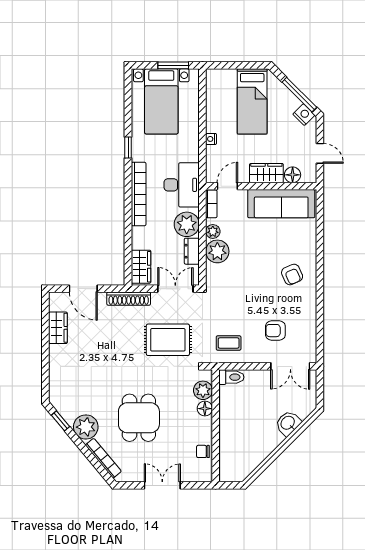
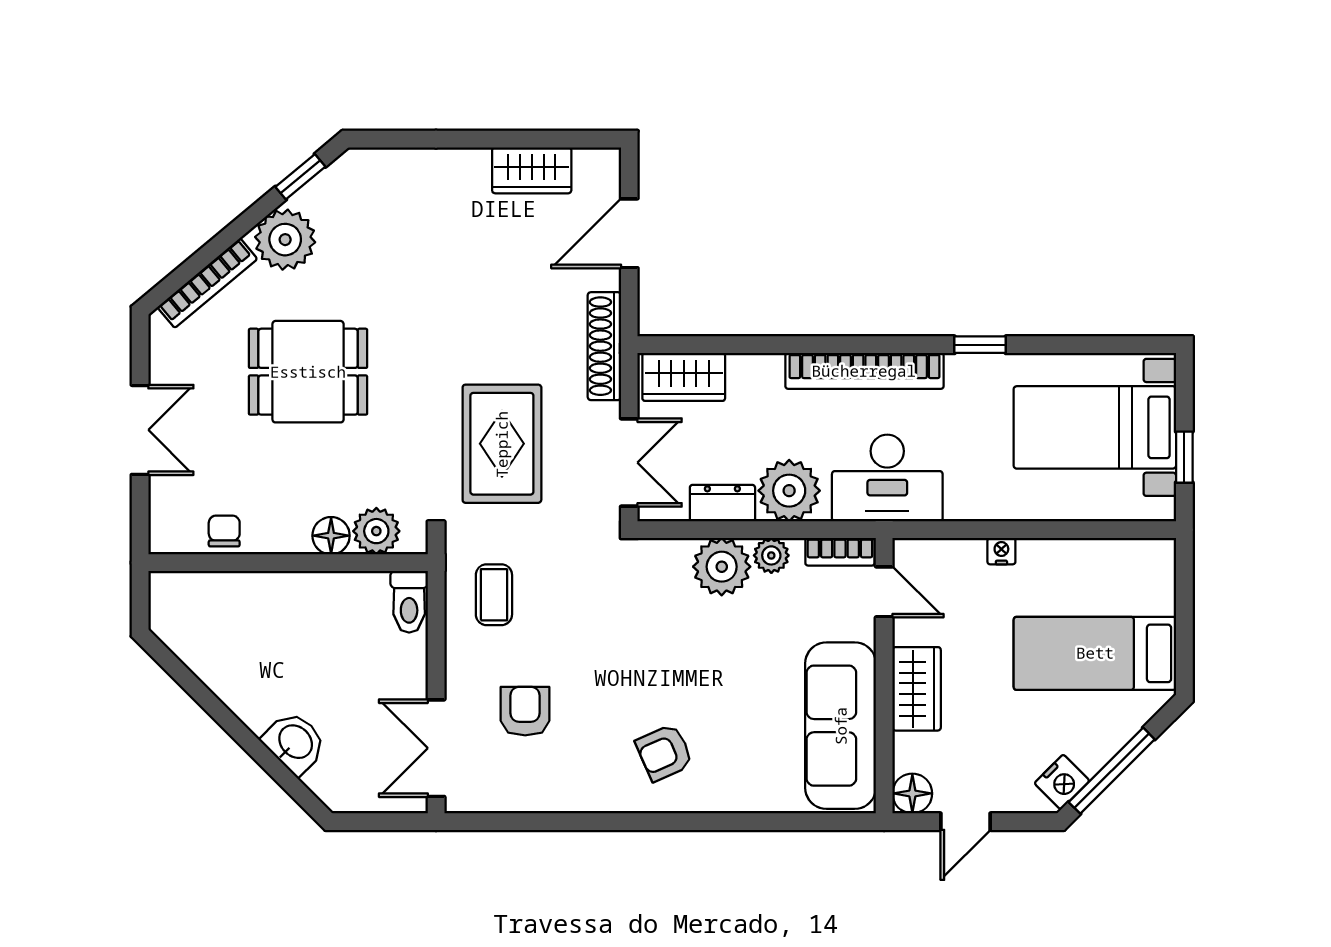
window: (173, 65) -> (1184, 457), width x0.67
floor lamp: (293, 175) -> (912, 793), moved

